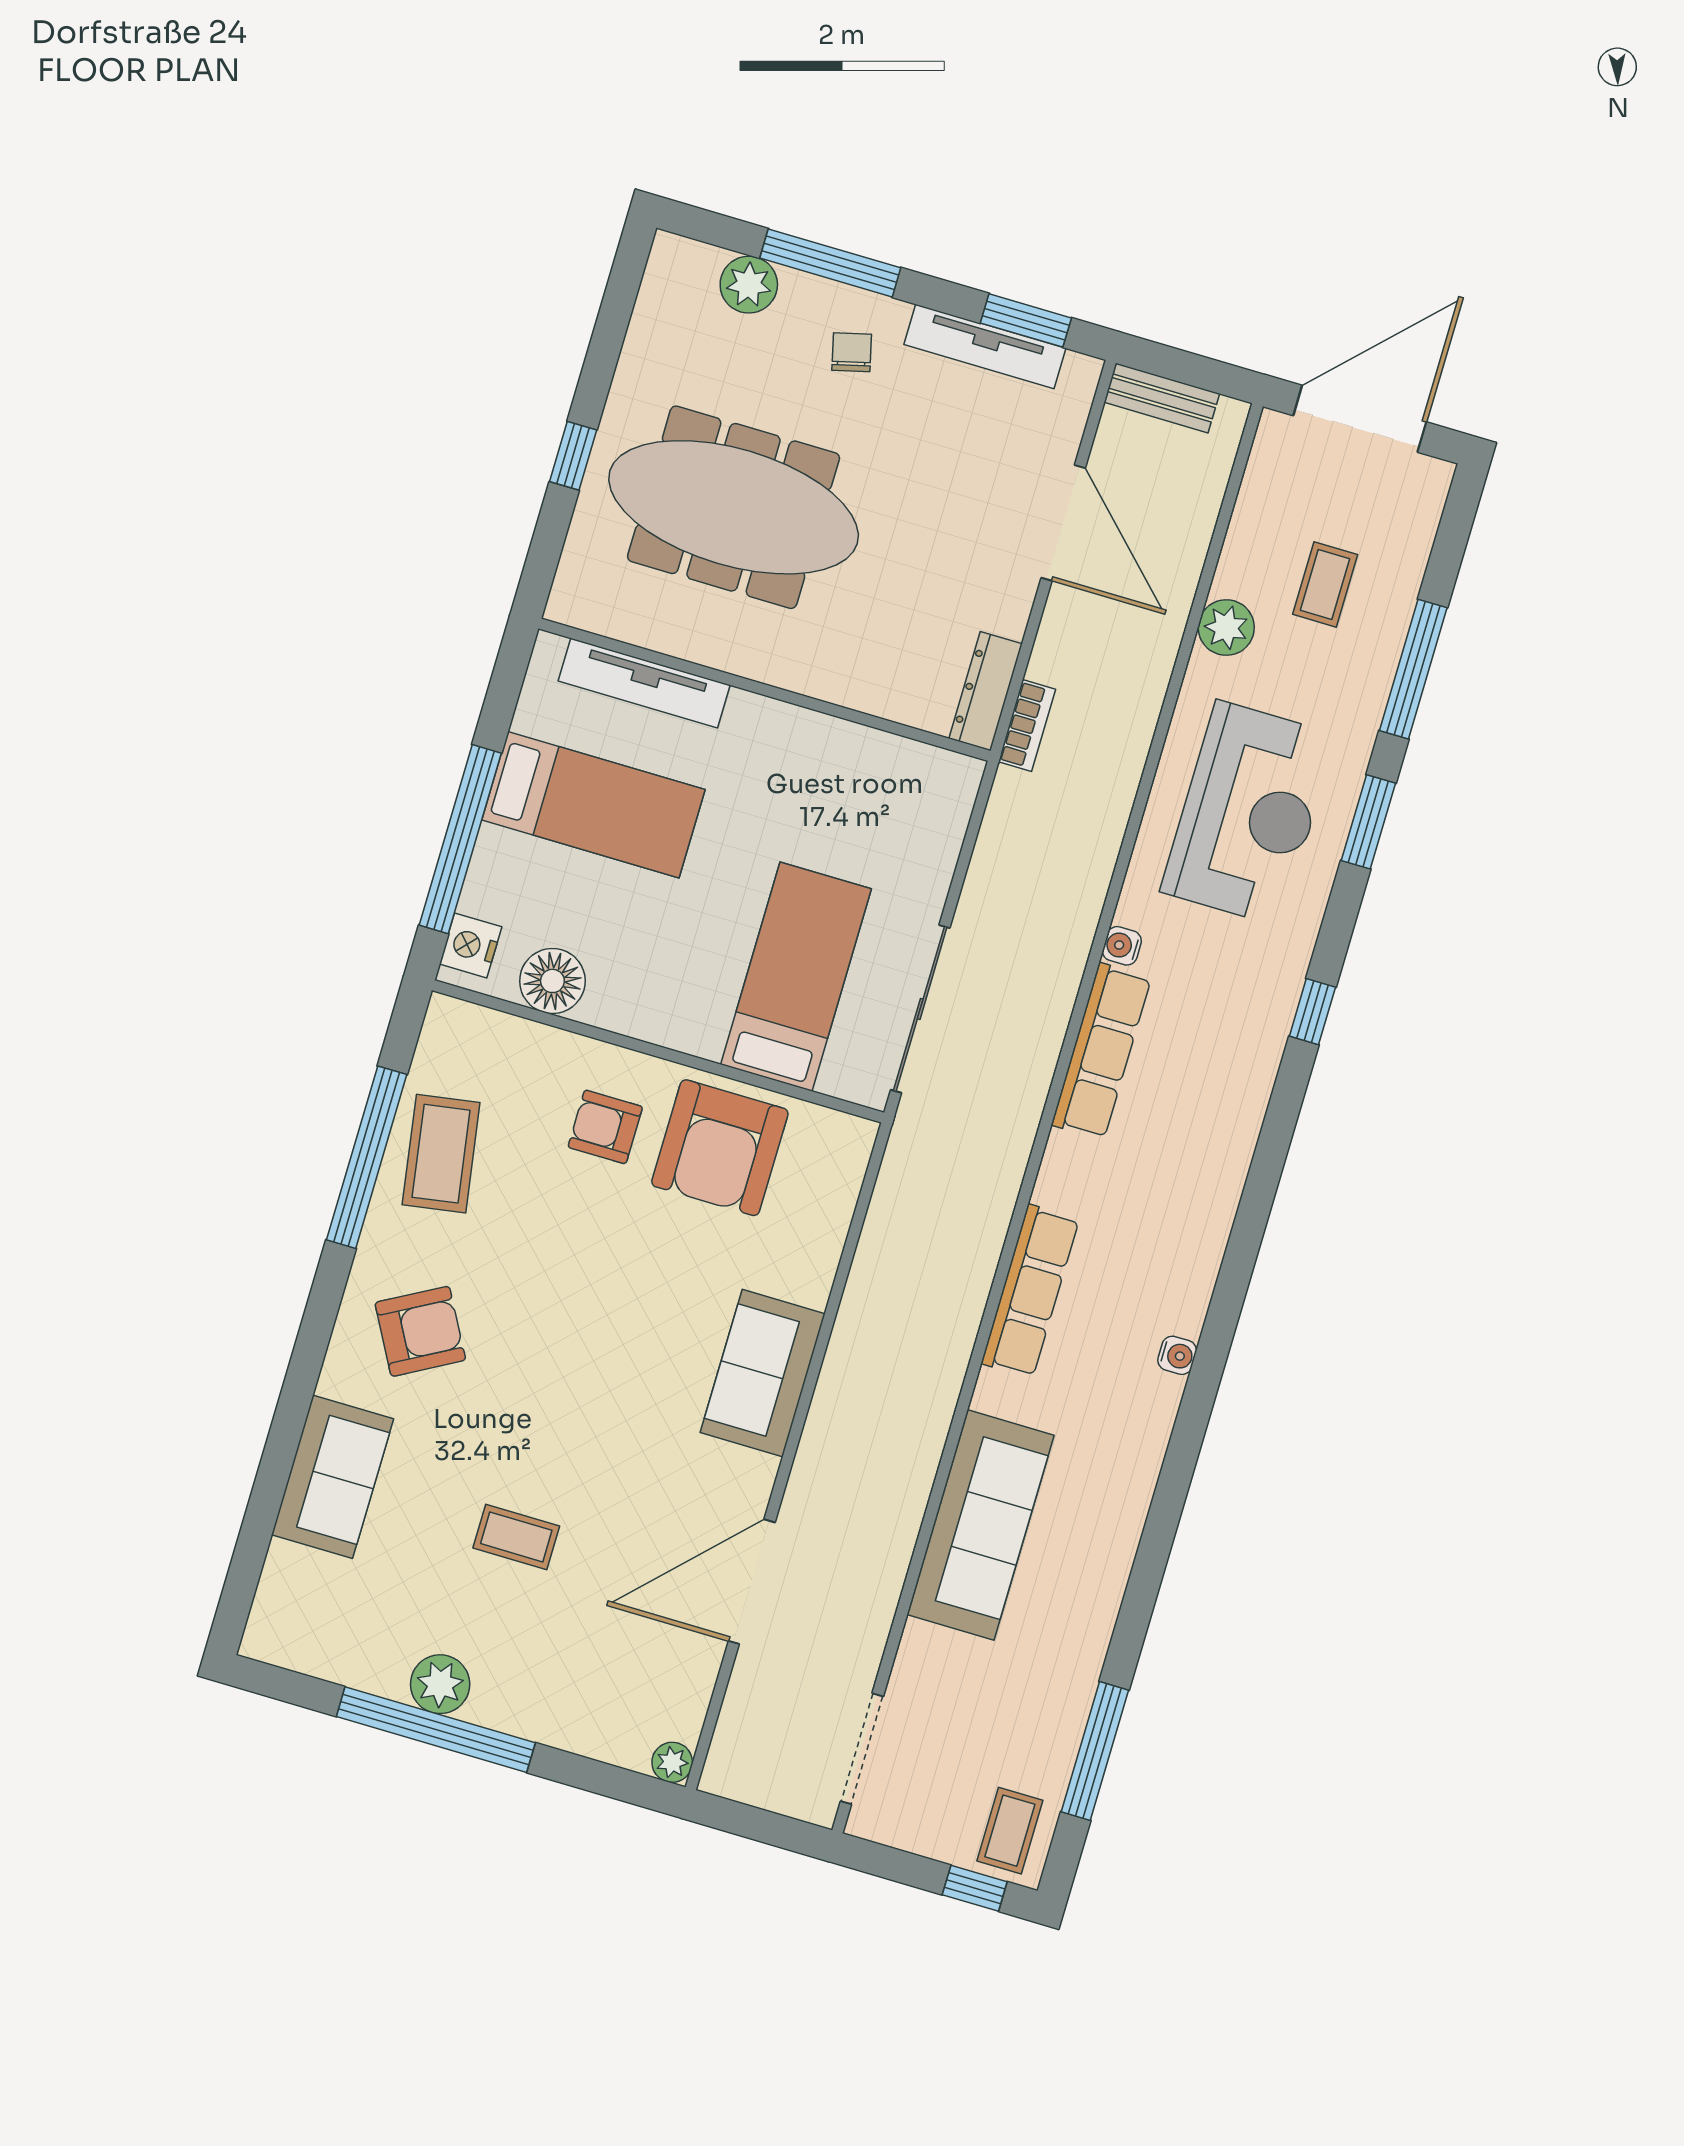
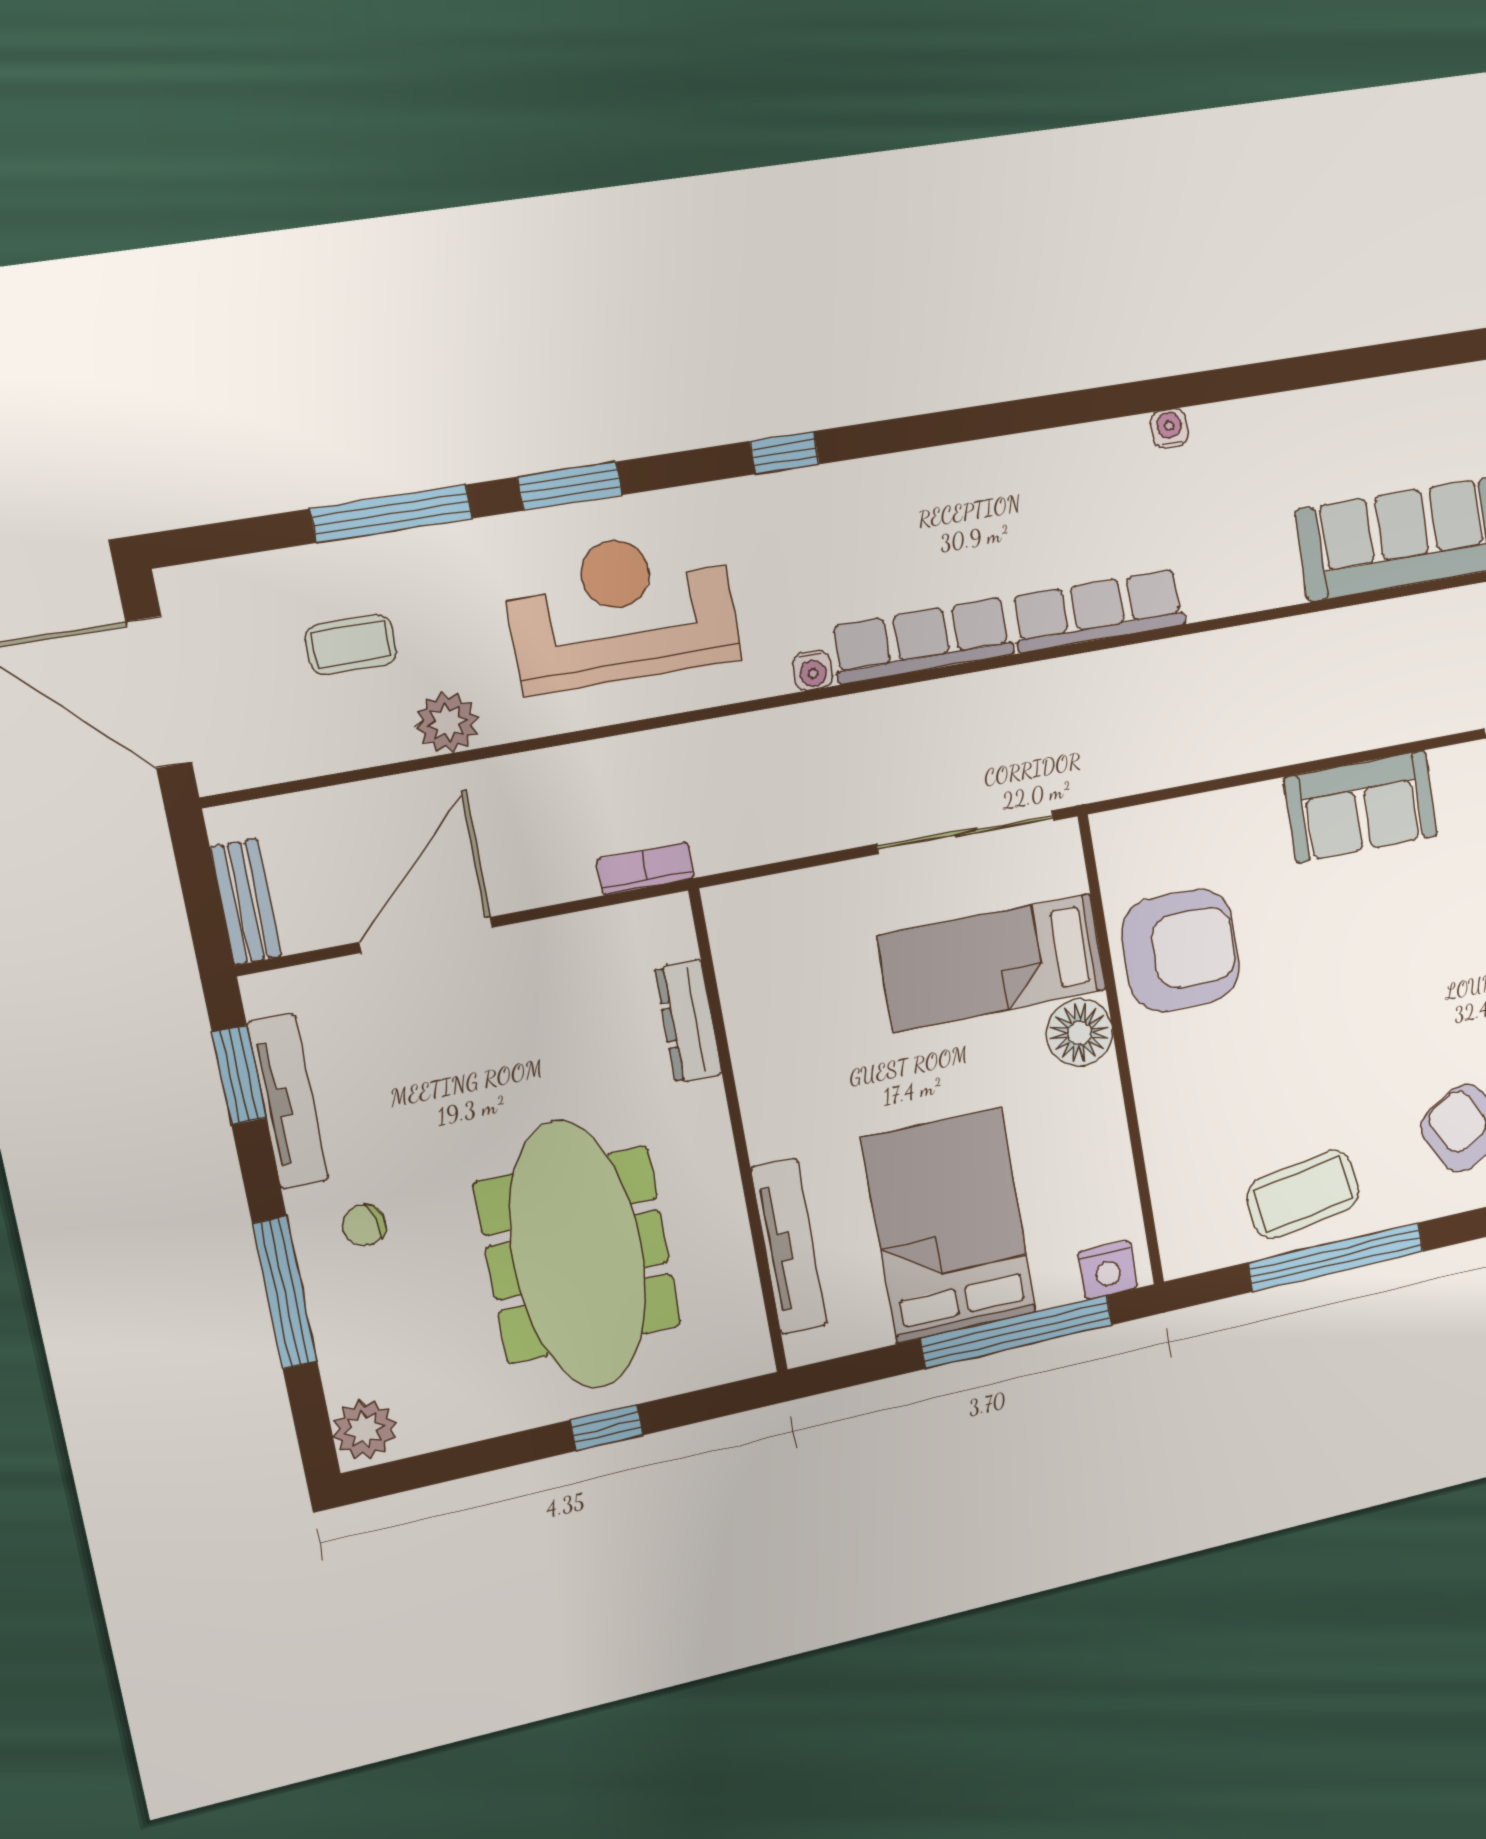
plant: (749, 285) -> (365, 1430), moved
dresser: (986, 691) -> (688, 1021), moved, turned 90
bed: (593, 805) -> (949, 1226), width x1.50
floor lamp: (552, 981) -> (1080, 1033), moved
armchair: (605, 1127) -> (1211, 1063), removed
row of seats: (1030, 1291) -> (1098, 611), moved

